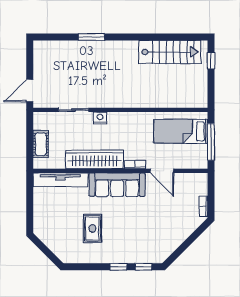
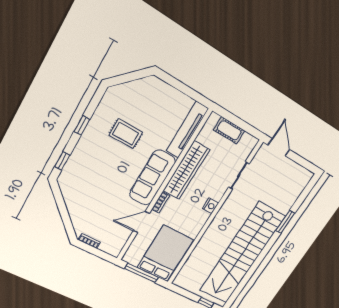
stairs: (170, 52) -> (242, 254), width x1.86, depth x1.51
nightstand: (100, 118) -> (210, 206), moved
bed: (181, 131) -> (165, 254), width x1.50
window: (118, 267) -> (82, 125), moved

